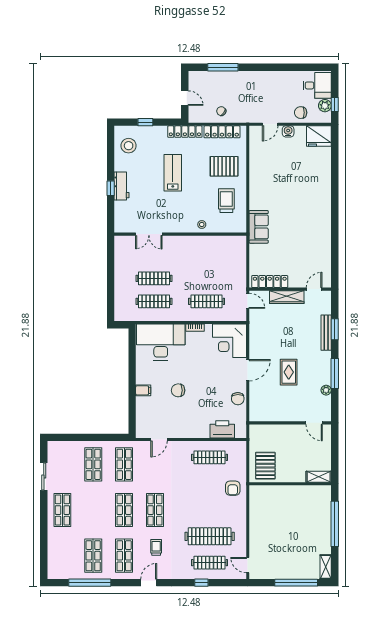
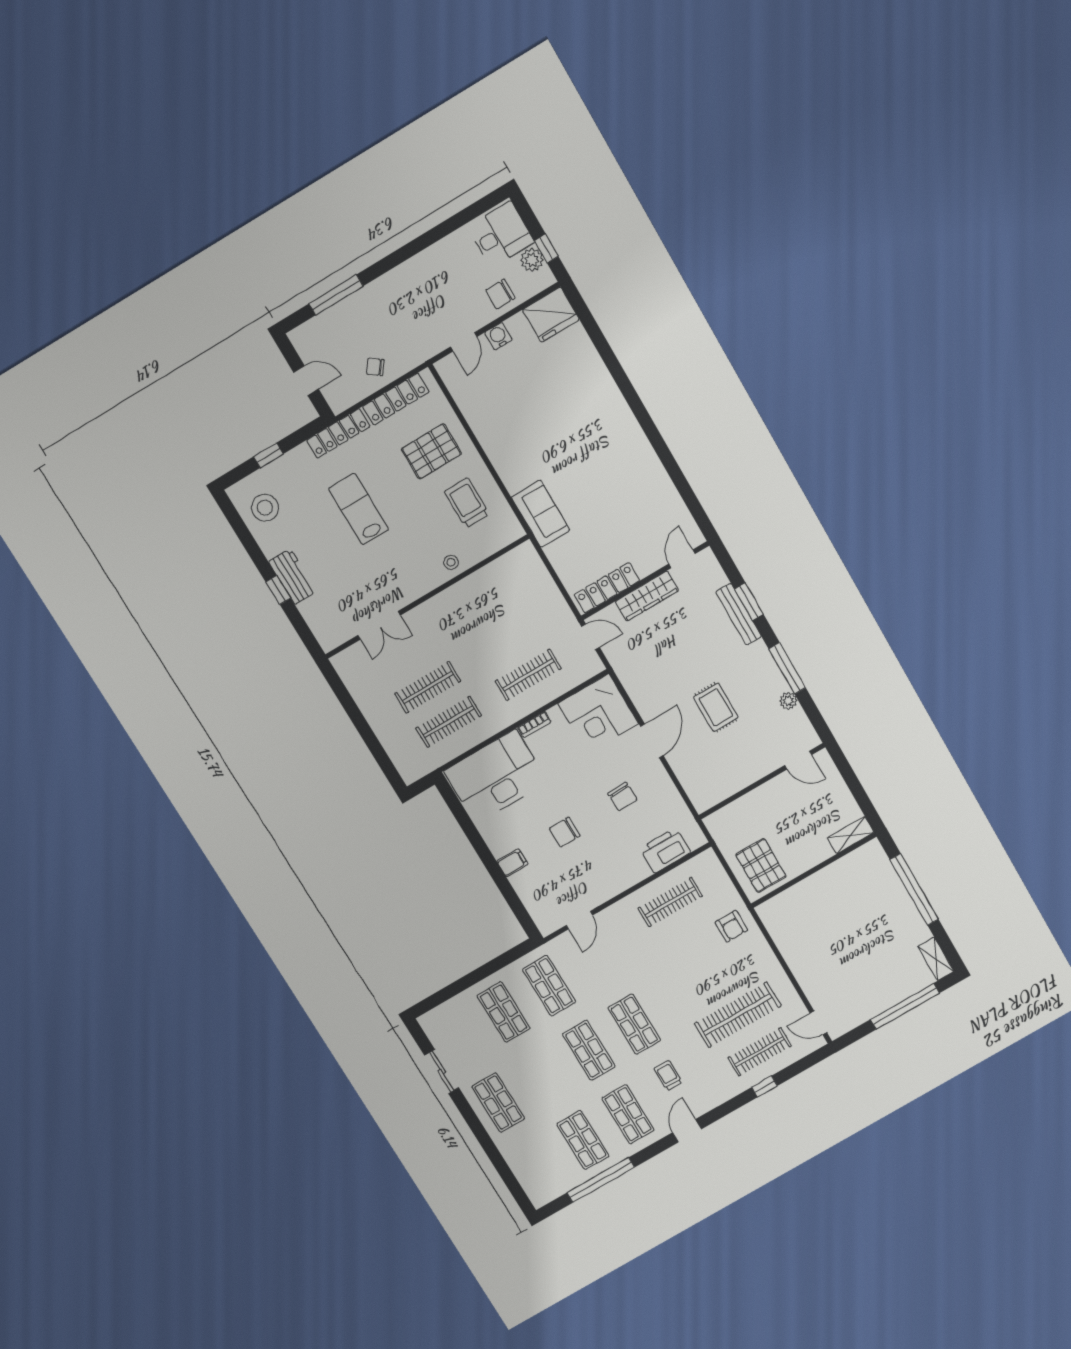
chair: (238, 399) -> (622, 796), moved

